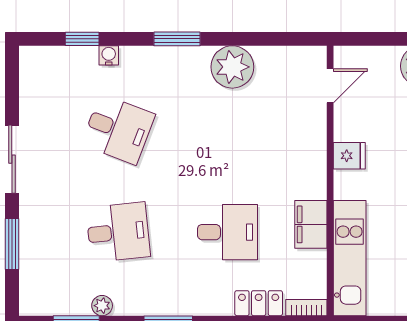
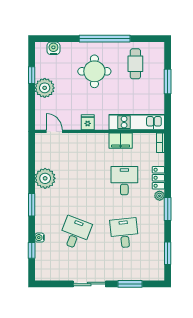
locker: (259, 303) -> (158, 178), moved
plant: (102, 306) -> (160, 196), moved

